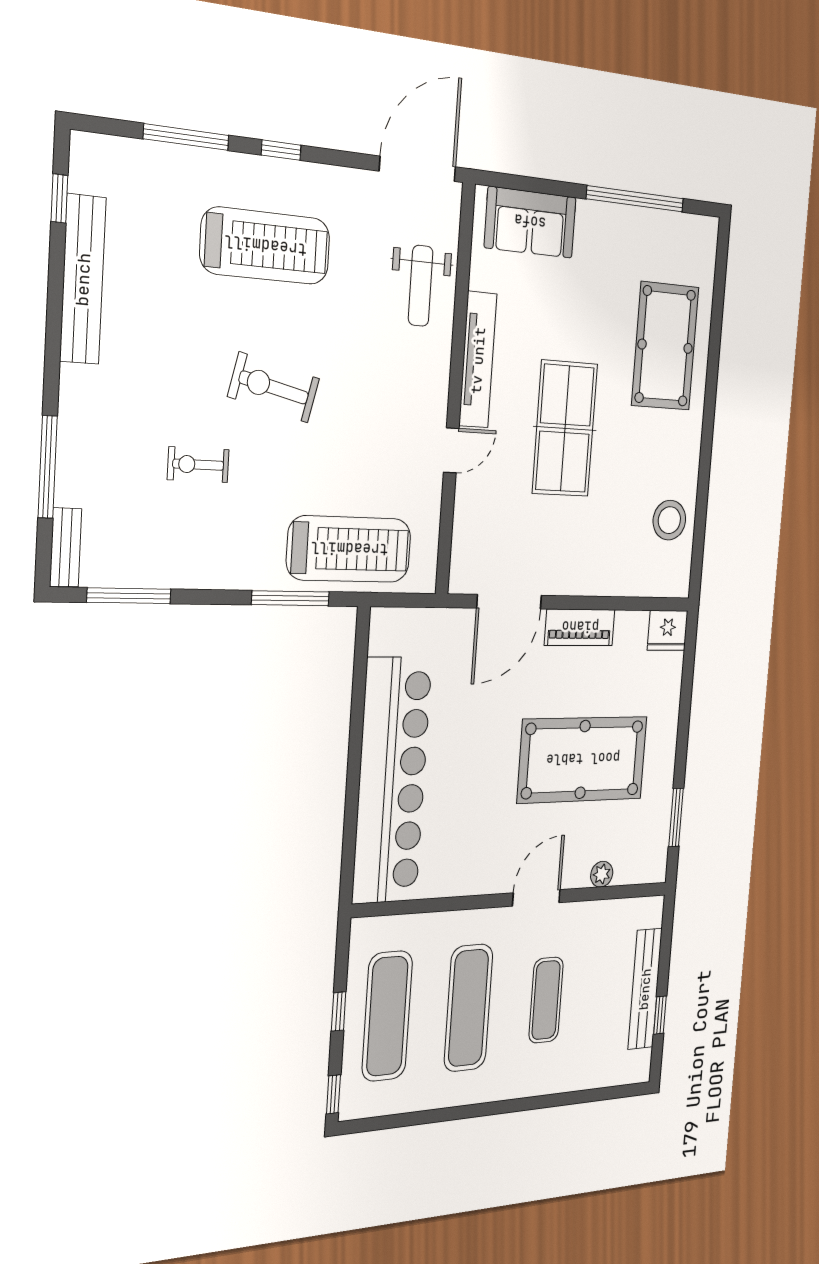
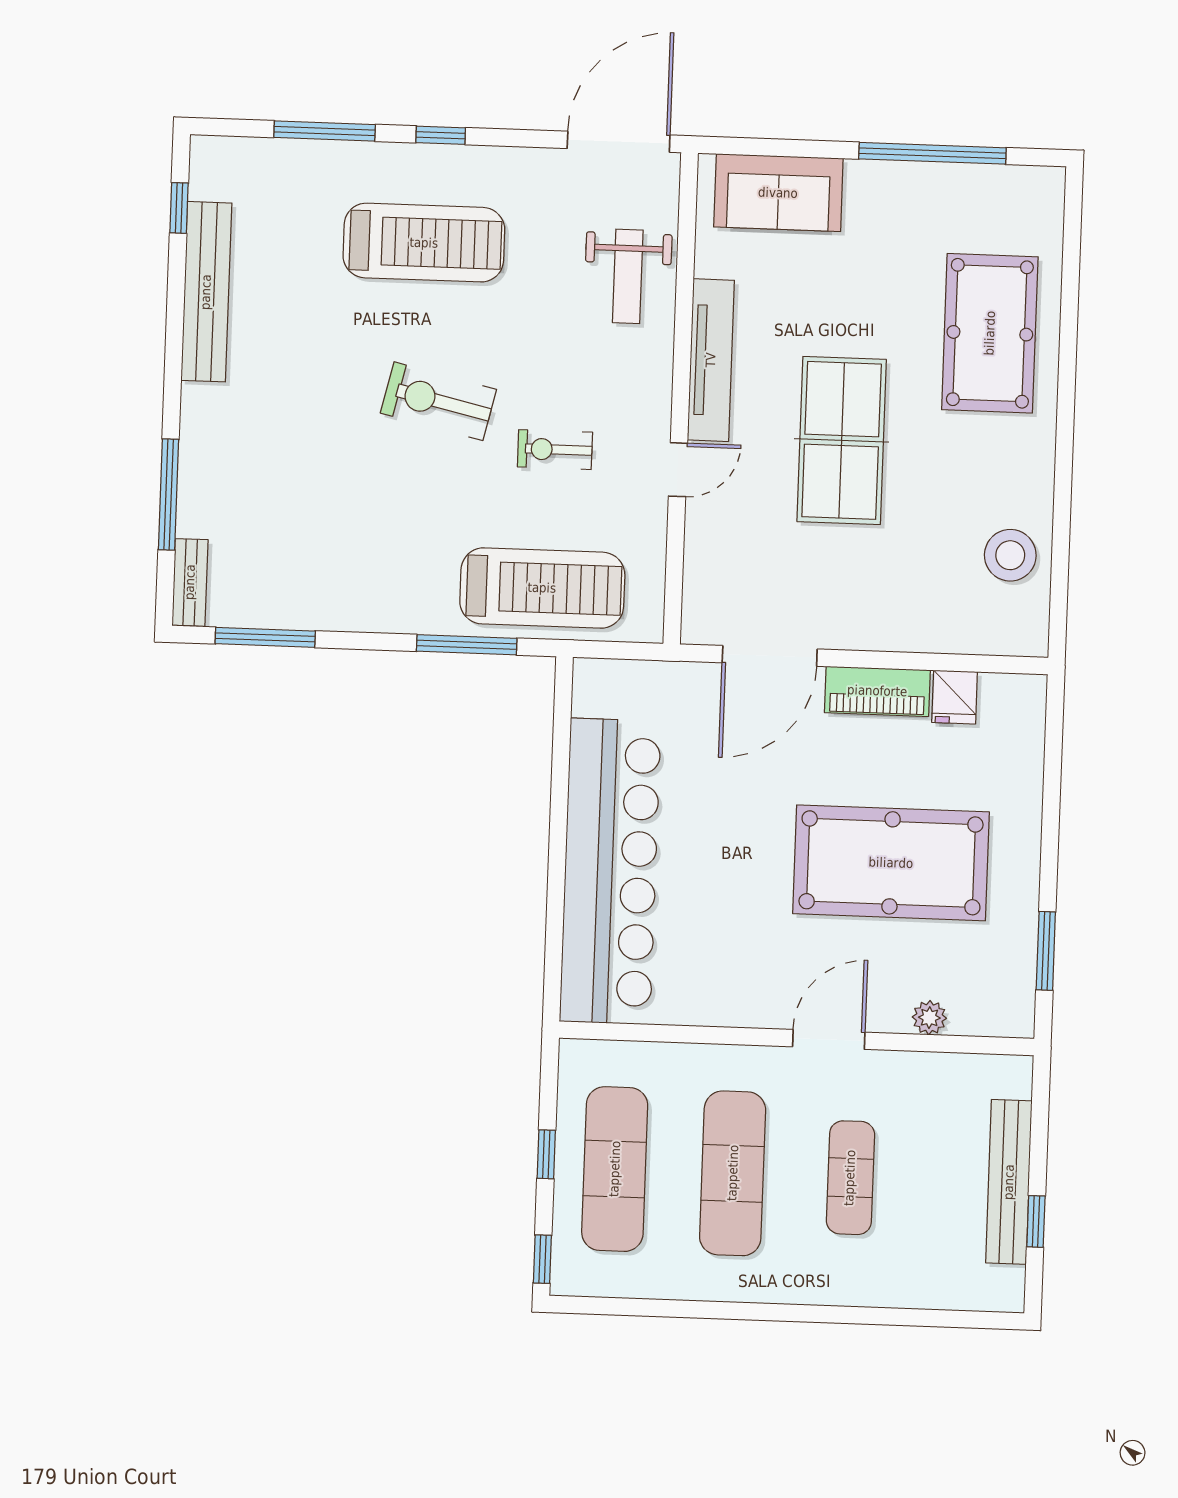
exercise bike: (198, 465) -> (555, 450), moved
fridge: (668, 630) -> (955, 697), moved, width x0.72

